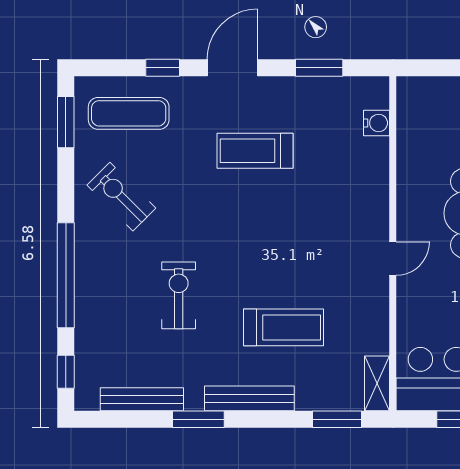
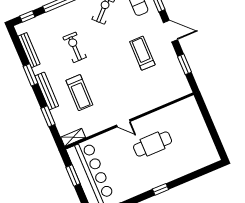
water cooler: (377, 123) -> (173, 95), removed
exercise bike: (179, 295) -> (75, 47), turned -90
window: (337, 419) -> (48, 116), moved

